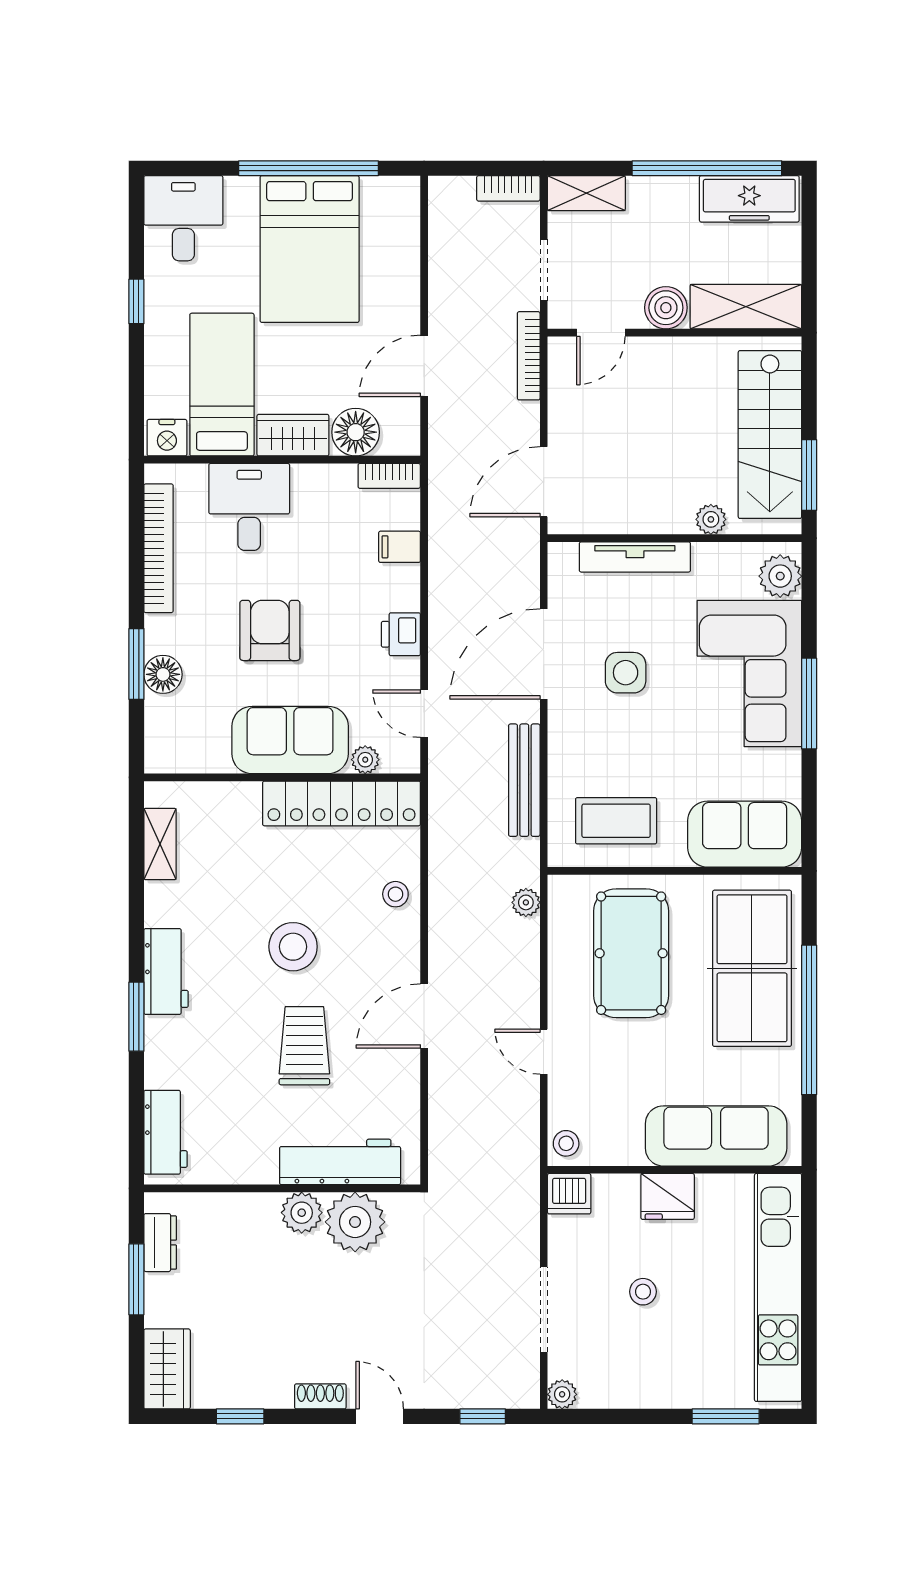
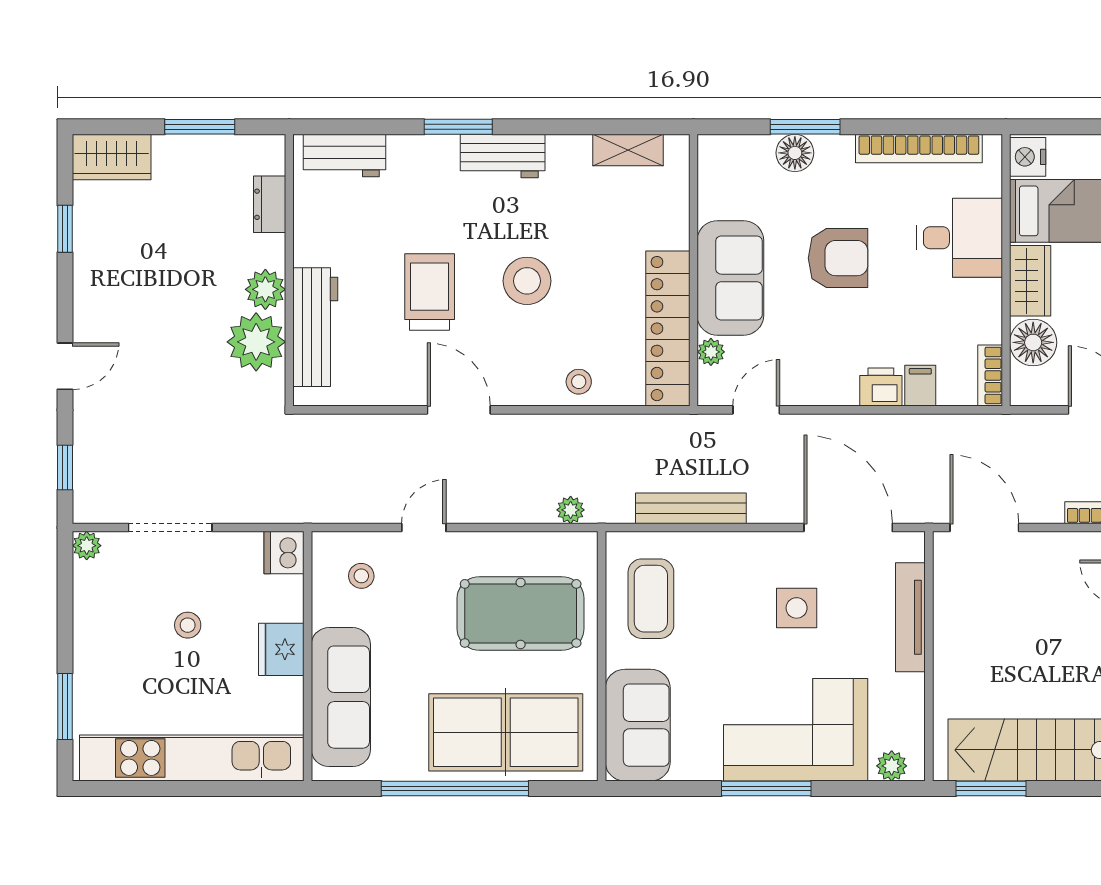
plant: (711, 519) -> (947, 692), removed
plant: (780, 576) -> (892, 766), width x0.73, depth x0.73
printer: (401, 634) -> (881, 387), moved
door: (544, 654) -> (848, 528), moved
trolley: (304, 1046) -> (430, 292), turned -90
stool: (566, 1143) -> (361, 576), moved
dresser: (160, 1243) -> (270, 204), moved, turned 90
shoe rack: (320, 1396) -> (85, 308), removed

